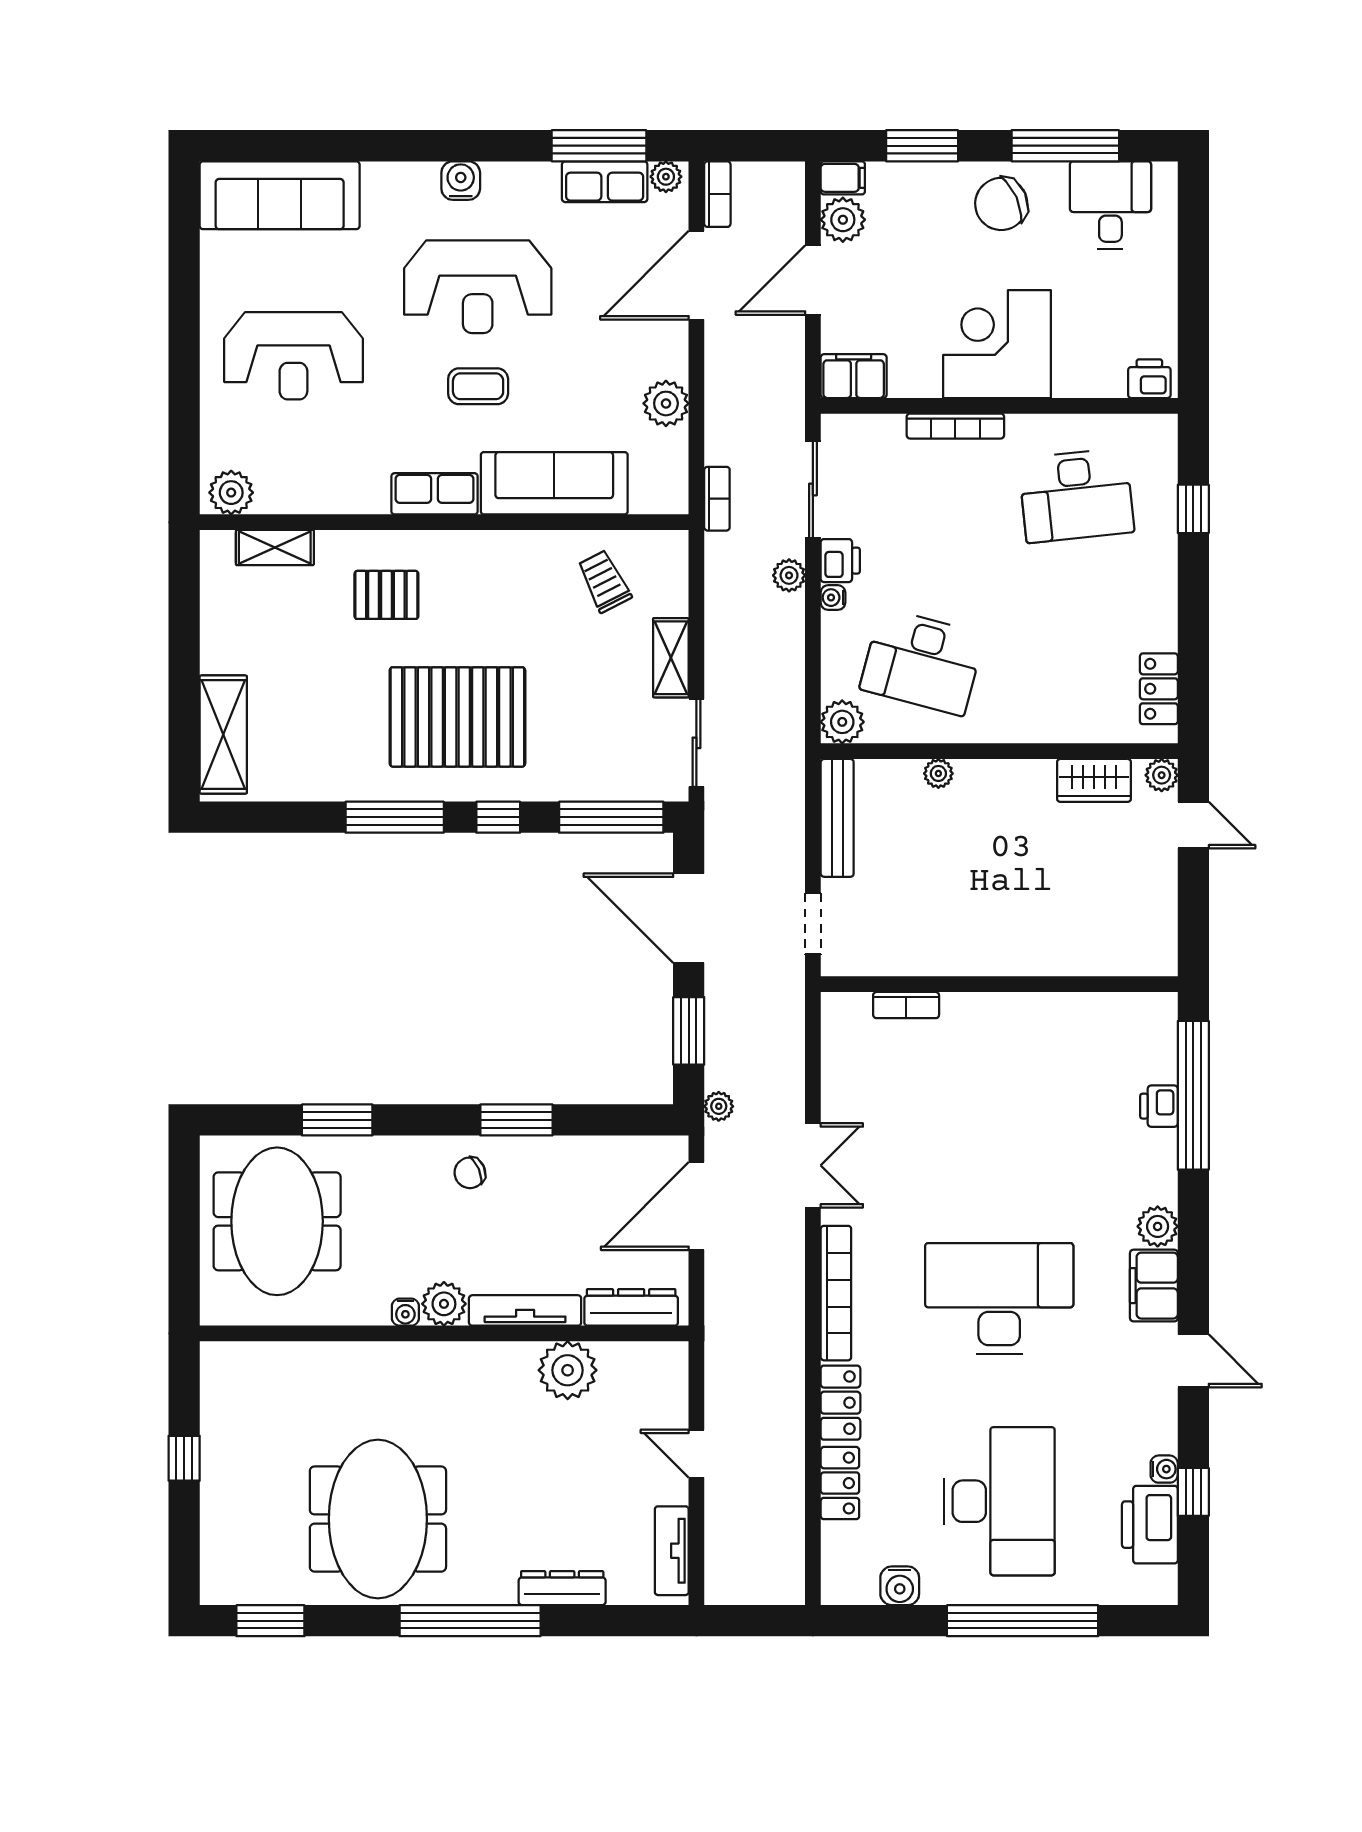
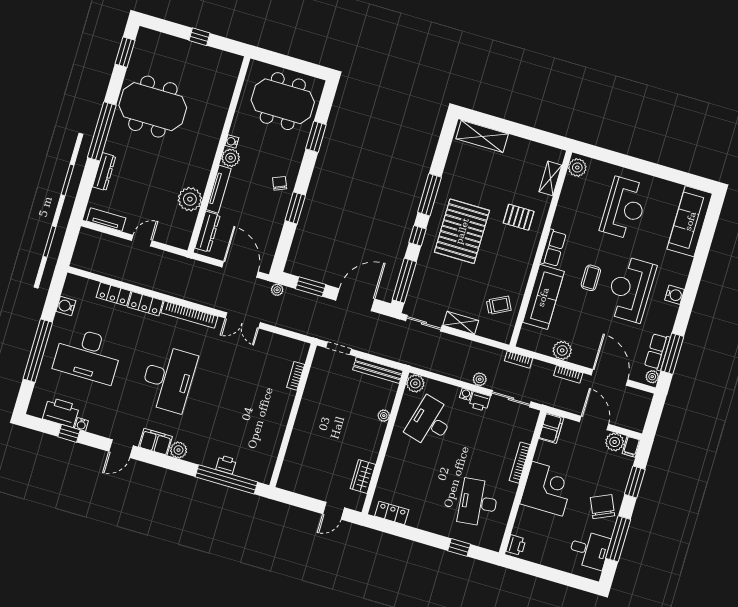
bookcase: (717, 194) -> (568, 374), moved
reception desk: (293, 356) -> (624, 208), turned 180
pallet: (386, 595) -> (519, 217), turned 90
plant: (1162, 775) -> (357, 504), removed

